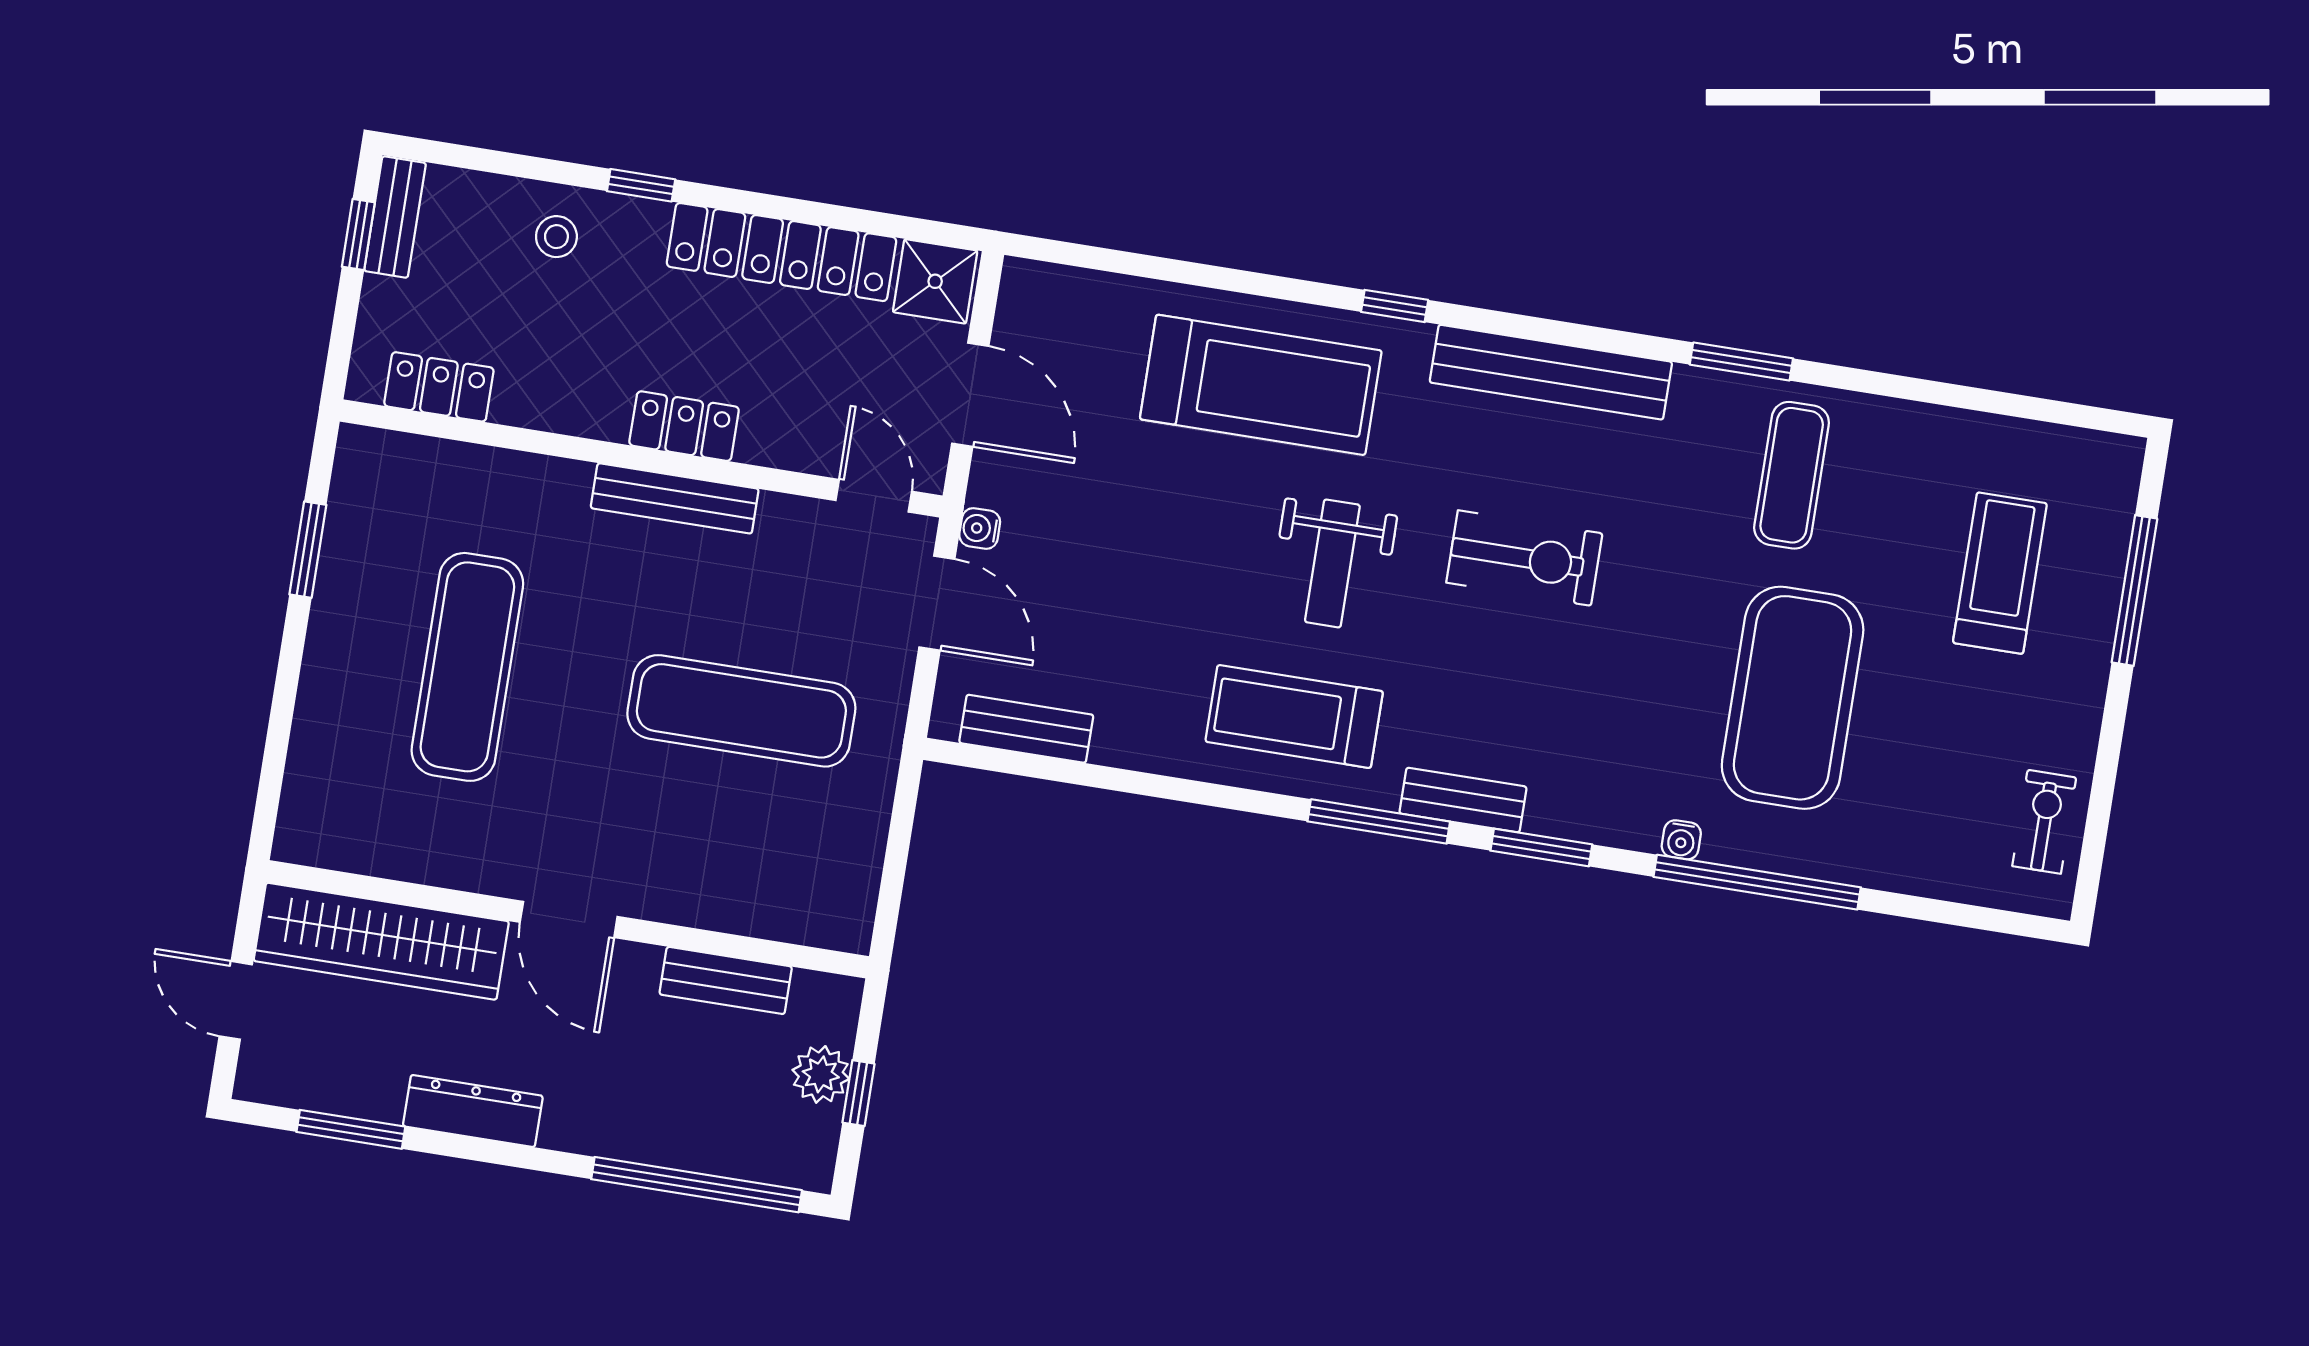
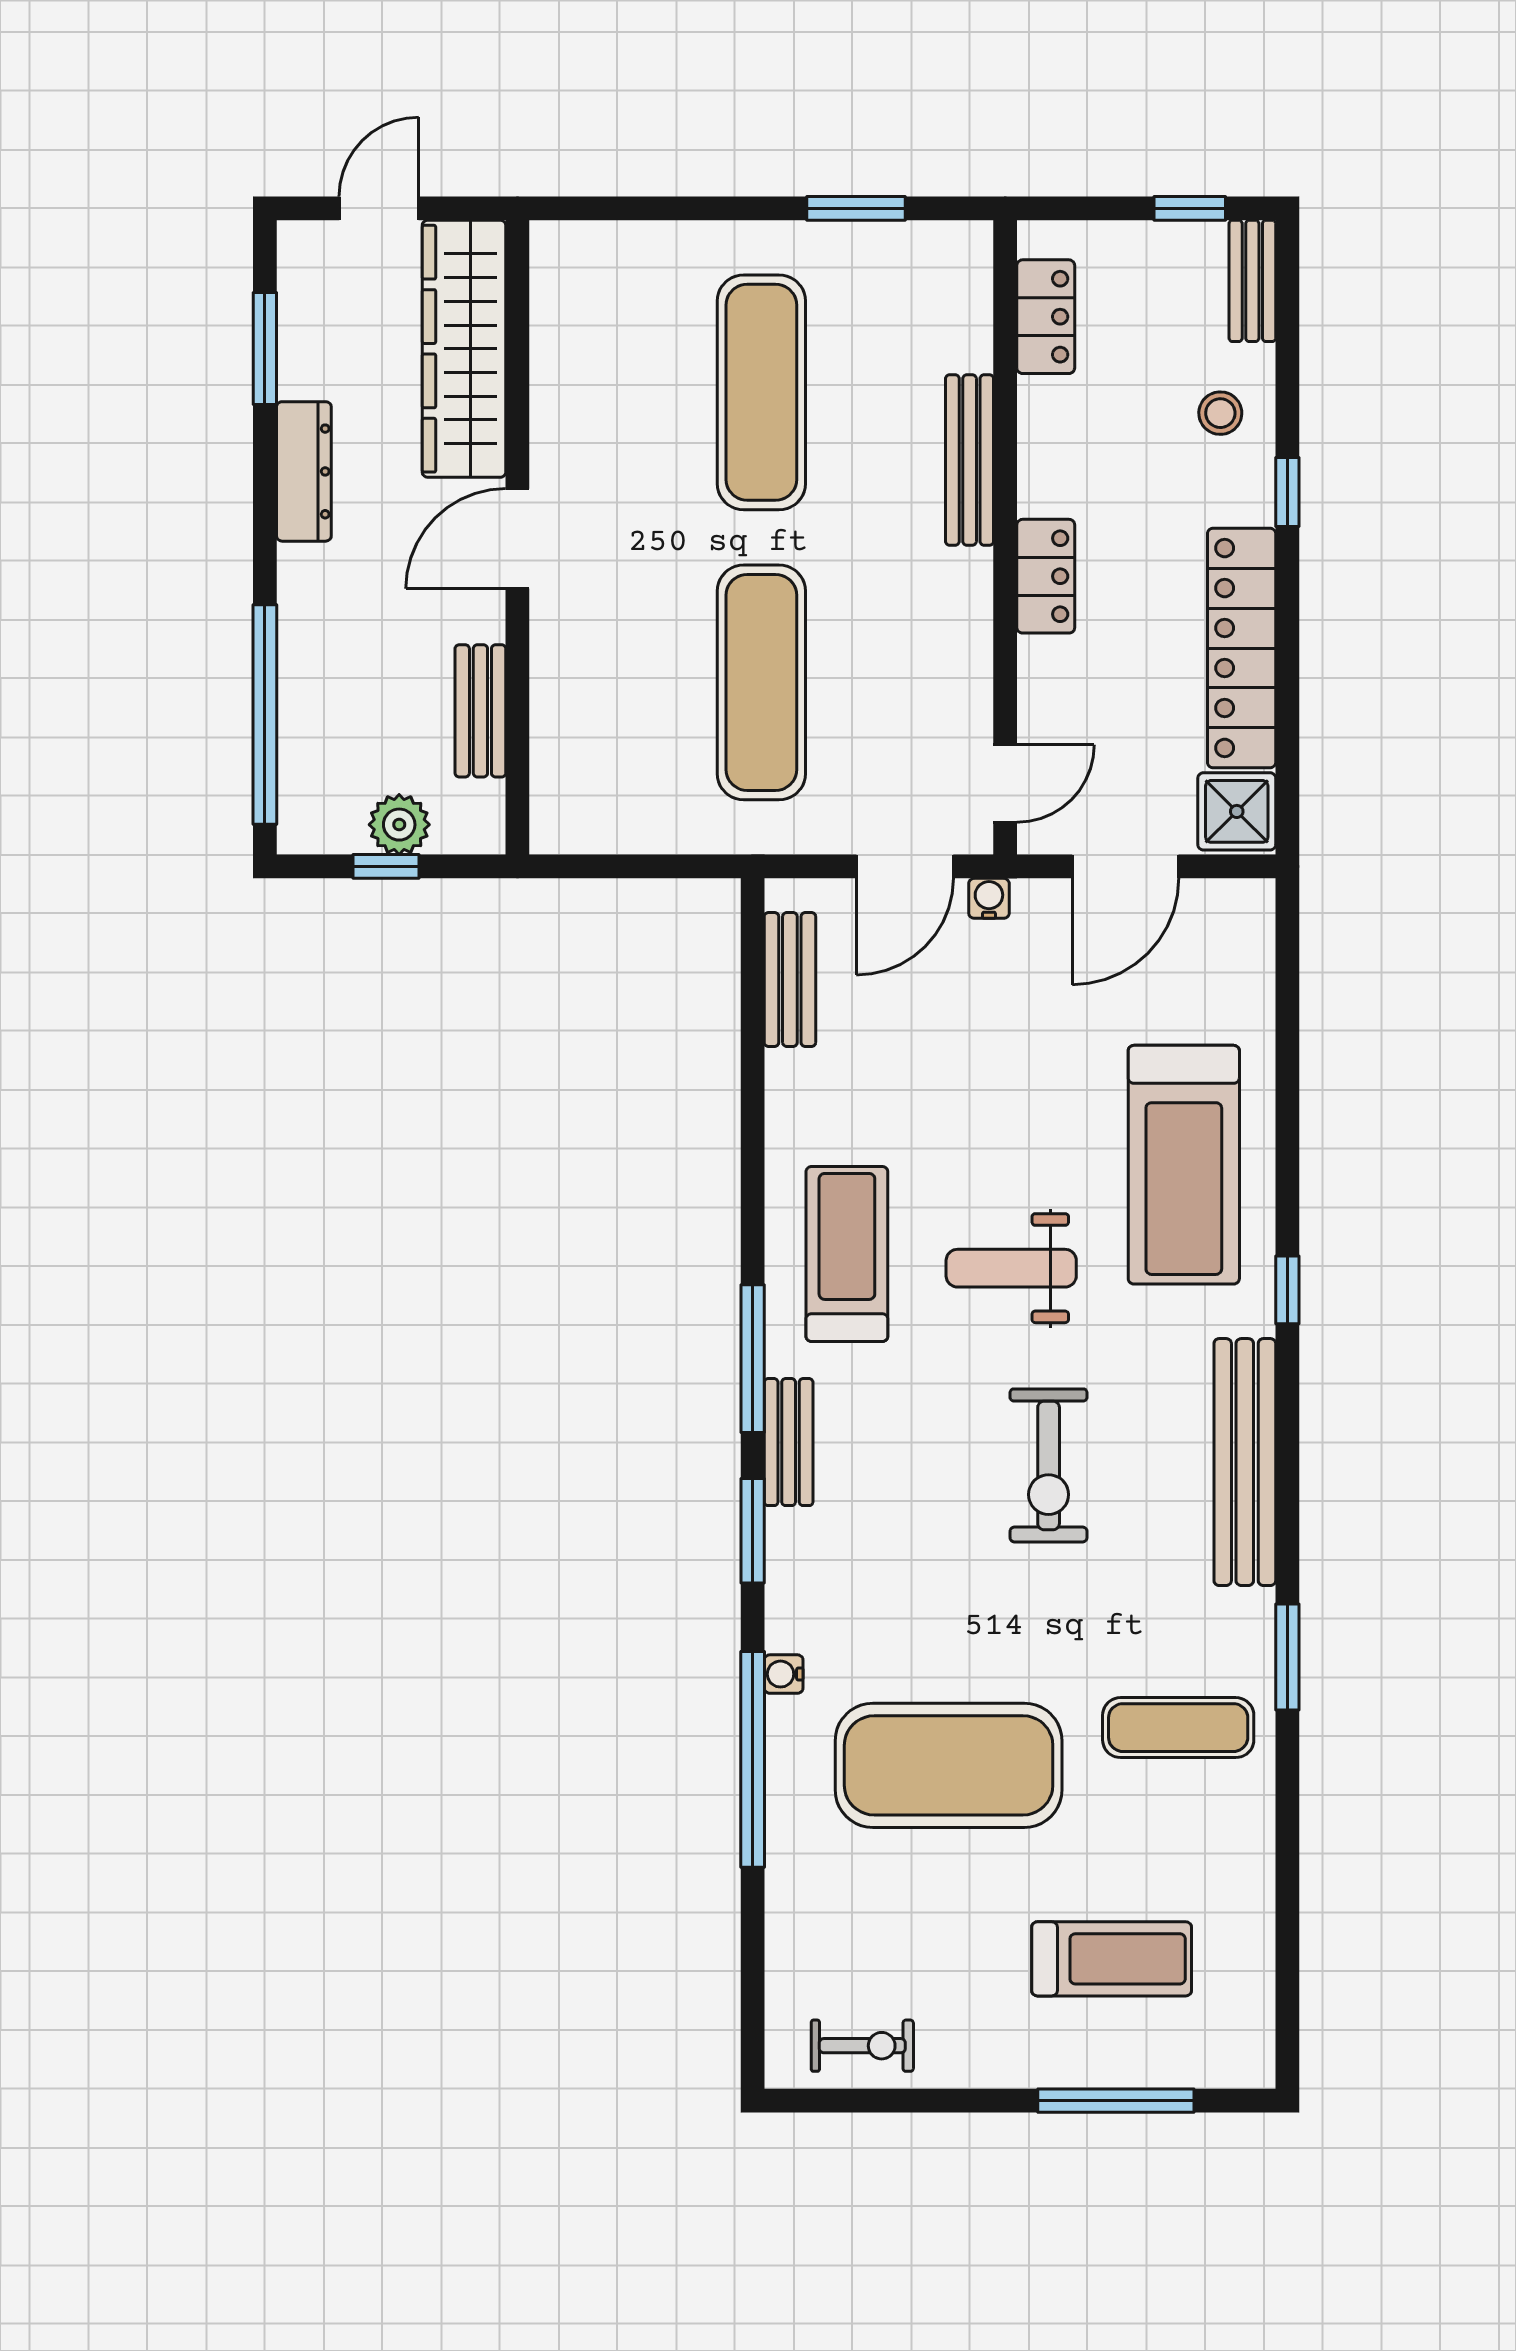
bench: (395, 217) -> (1252, 281), moved, turned 90
bench: (675, 498) -> (970, 460), moved
exercise mat: (467, 667) -> (761, 392), turned 90

